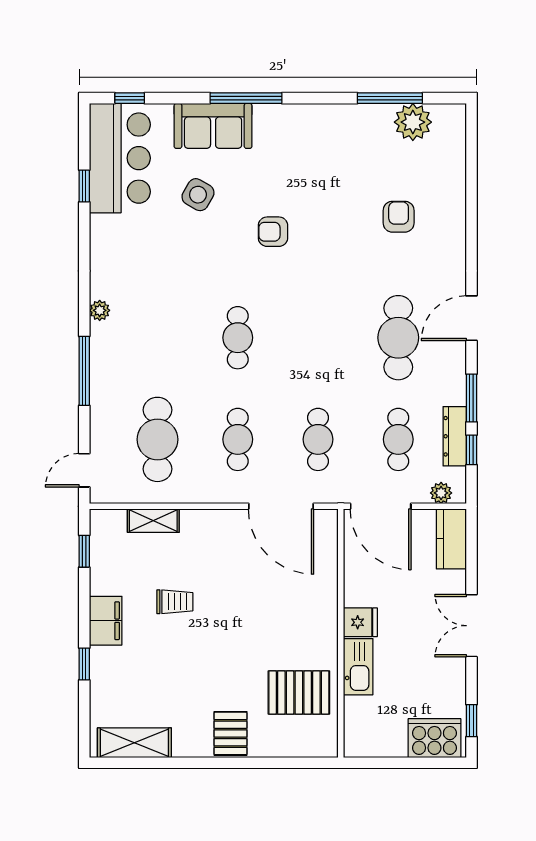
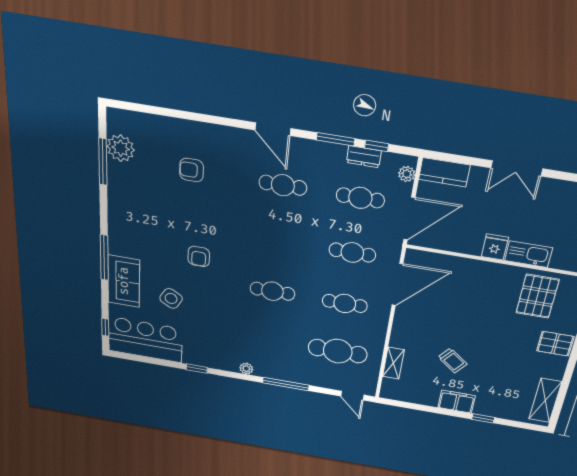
window: (84, 186) -> (197, 369), moved
cafe table: (398, 338) -> (283, 185), width x0.73, depth x0.74
dresser: (455, 436) -> (364, 157), width x0.70
window: (84, 551) -> (407, 405), removed
trolley: (175, 602) -> (453, 360), turned 128

